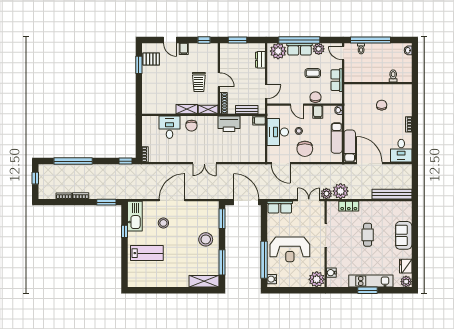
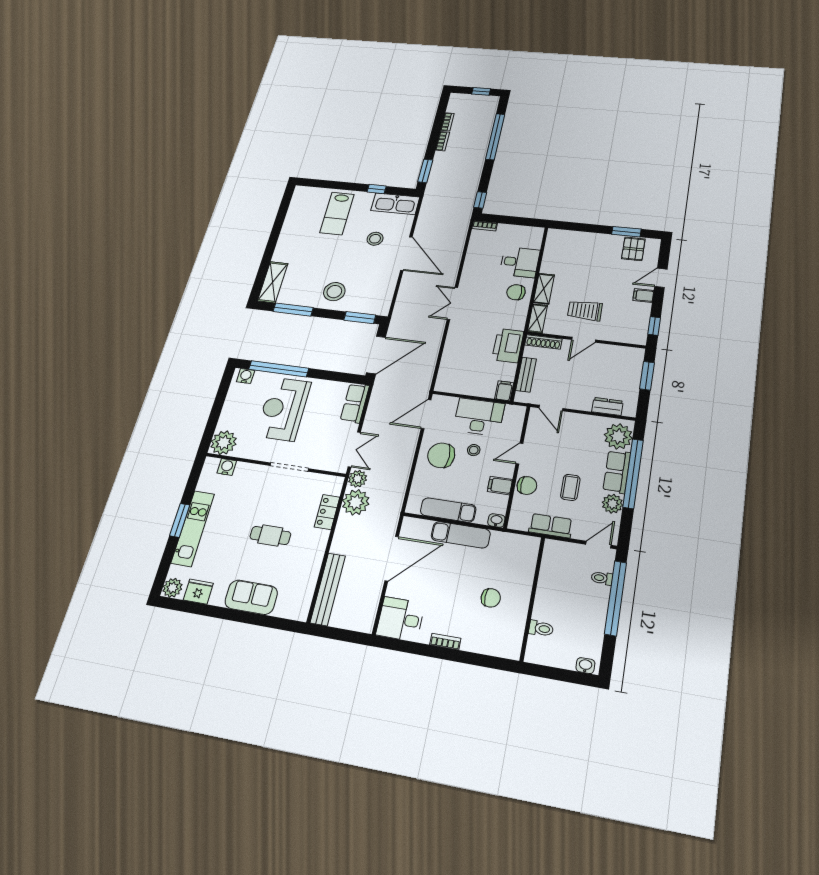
exam couch: (350, 146) -> (461, 535), moved

